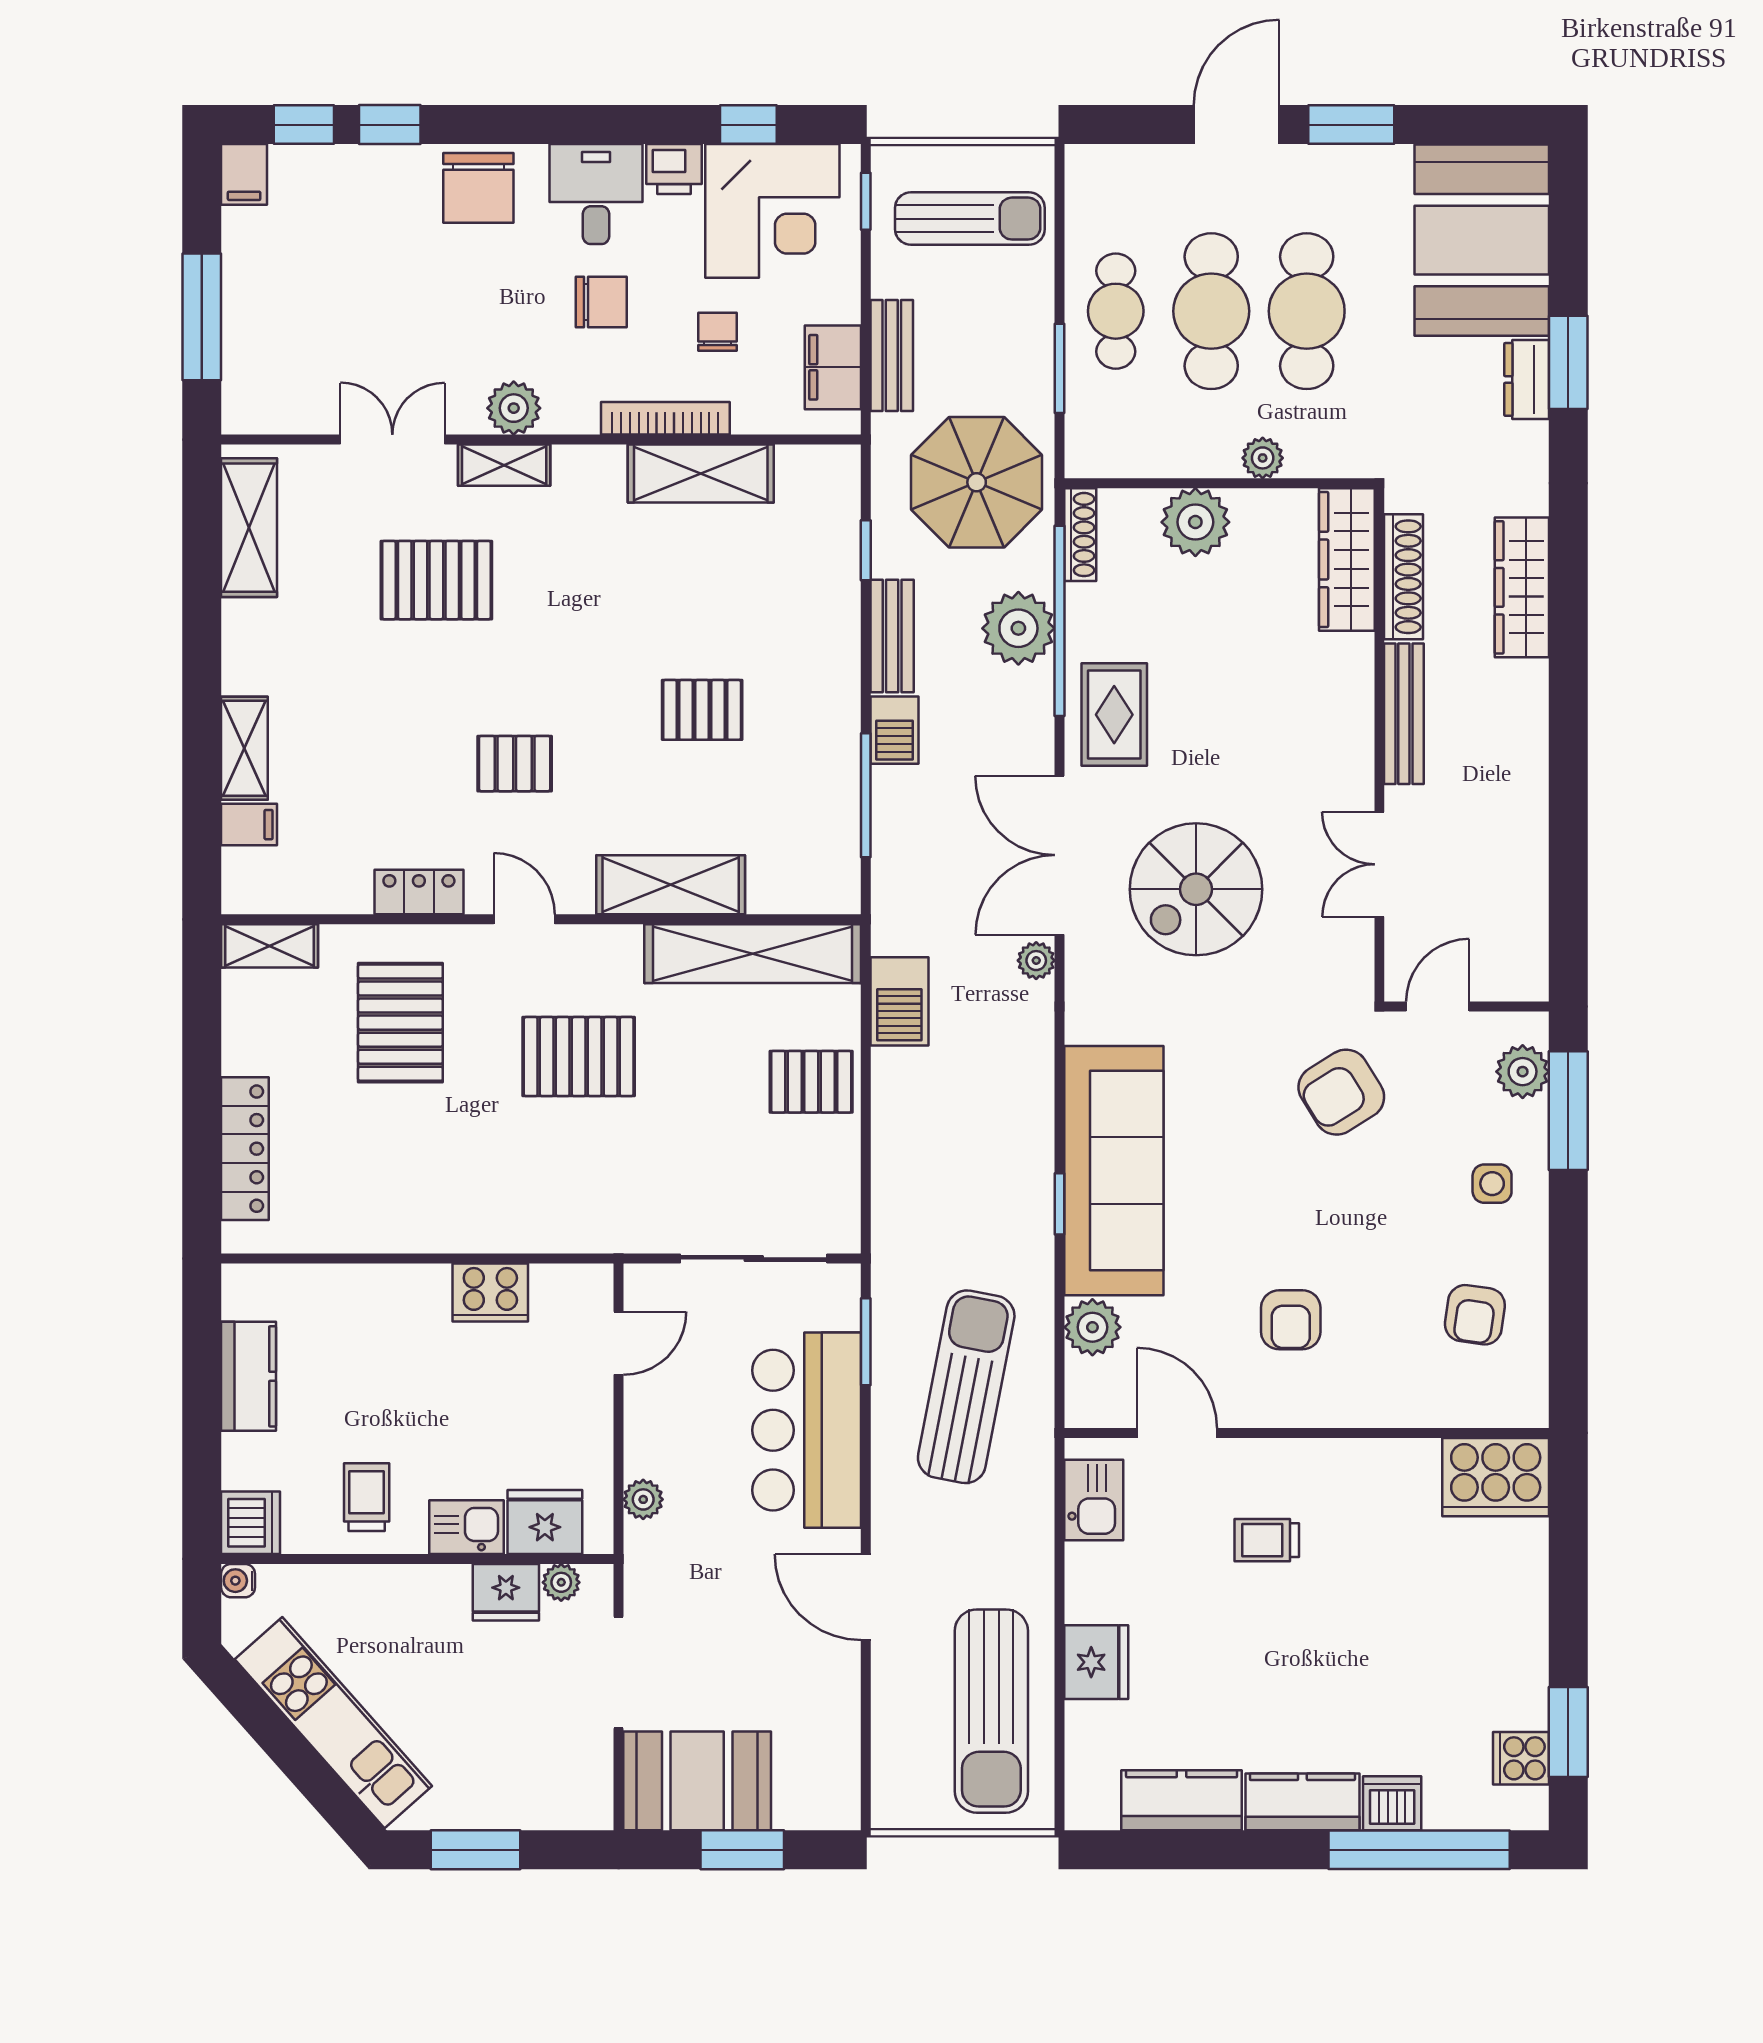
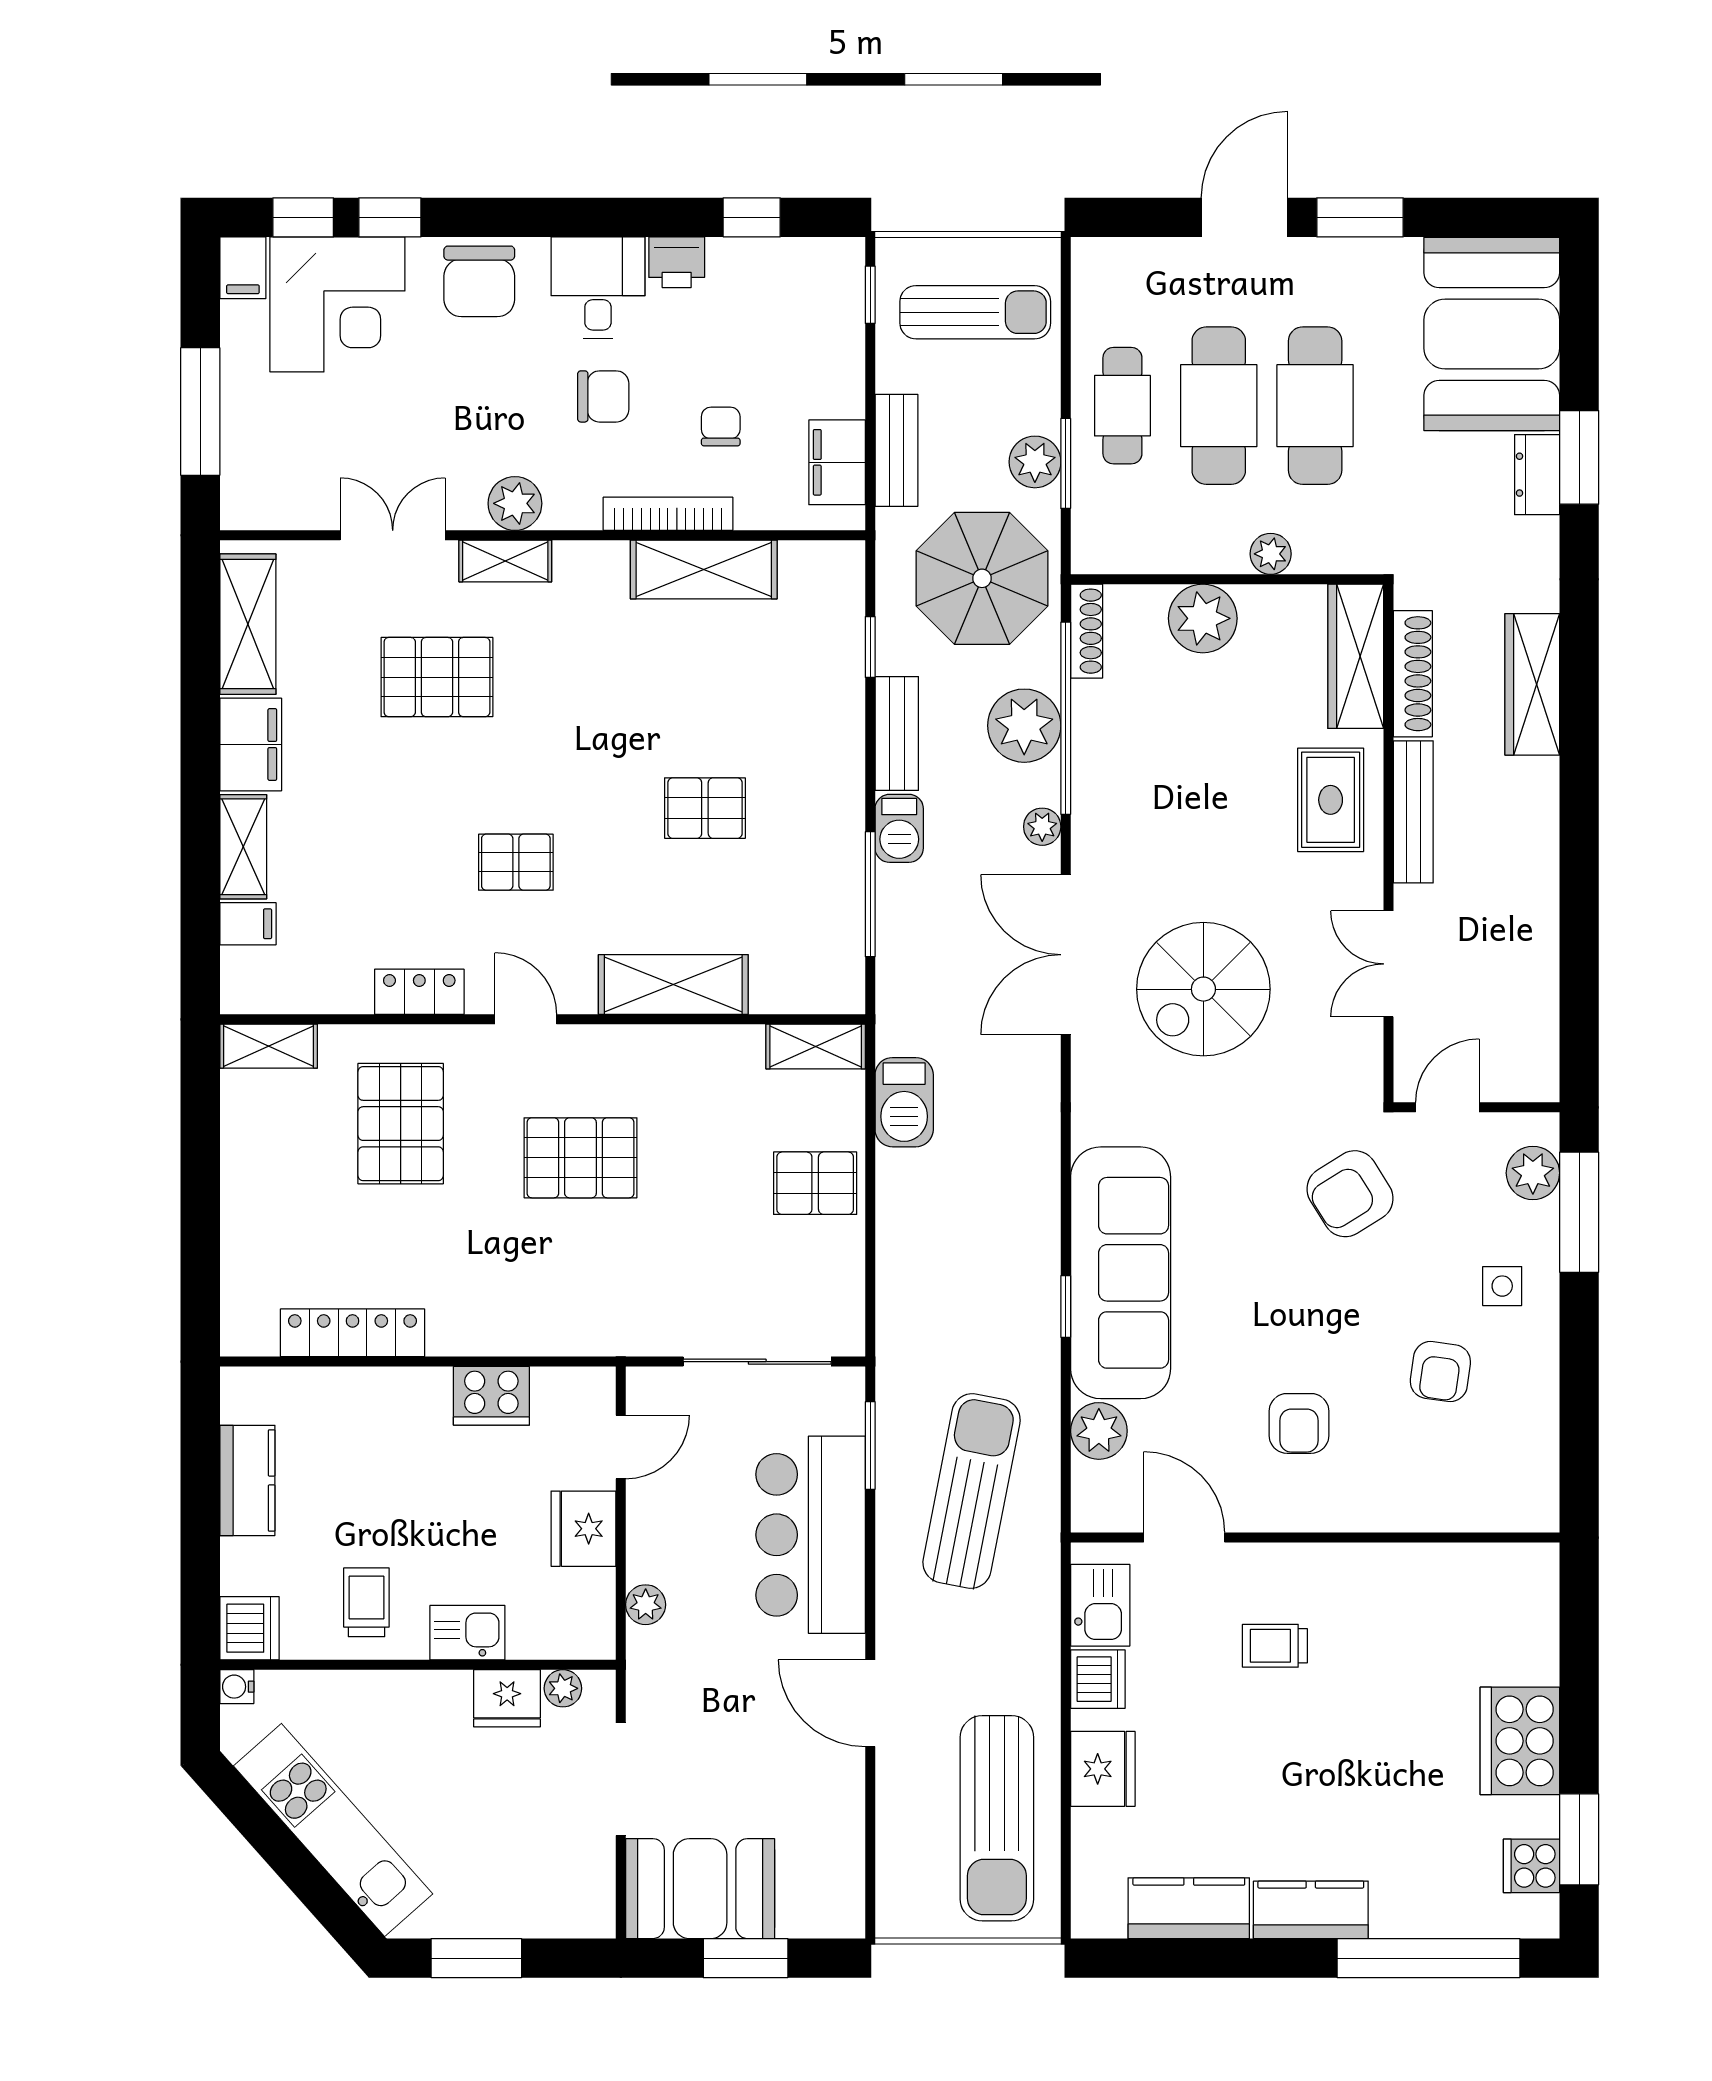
corner desk: (772, 211) -> (337, 304), moved
plant: (1029, 367) -> (1035, 462), added
filing cabinet: (252, 647) -> (251, 745), added
rug: (1114, 715) -> (1331, 800), moved
shelving: (753, 954) -> (816, 1047), width x0.45, depth x0.75
plant: (1036, 961) -> (1042, 827), moved
locker: (245, 1149) -> (352, 1333), moved, turned -90
armchair: (1475, 1315) -> (1440, 1372), moved
cooker: (1496, 1477) -> (1520, 1741), moved, turned 90
fridge: (545, 1522) -> (583, 1529), moved, turned -90
dishwasher: (1392, 1803) -> (1098, 1679), moved, turned 90

